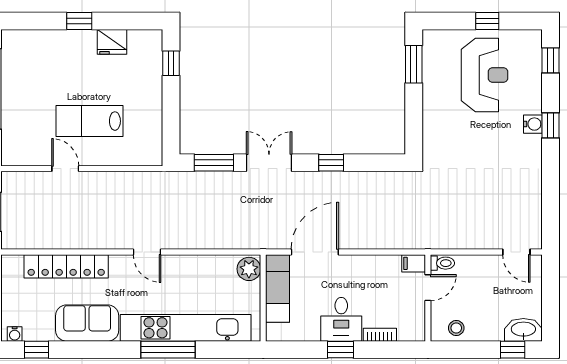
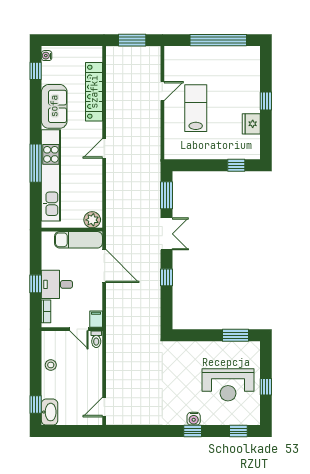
filing cabinet: (414, 263) -> (96, 319), moved
toilet: (442, 263) -> (96, 339), moved
door: (428, 288) -> (79, 329), moved
wall: (428, 298) -> (72, 329), moved

